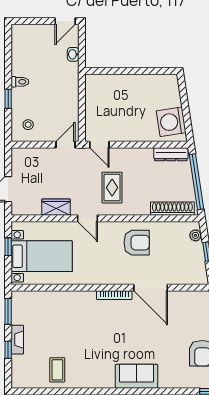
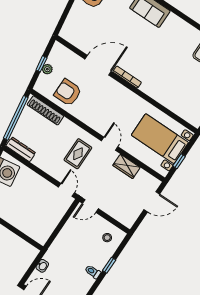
plant: (195, 235) -> (47, 69), moved
armchair: (137, 243) -> (68, 93), moved
door: (151, 288) -> (98, 65), hinge flipped

